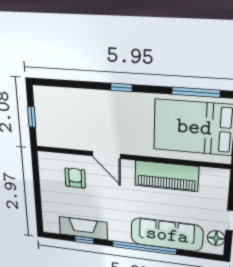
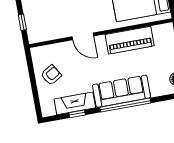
armchair: (75, 178) -> (51, 75), moved, turned 59
sofa: (167, 235) -> (122, 91), moved

